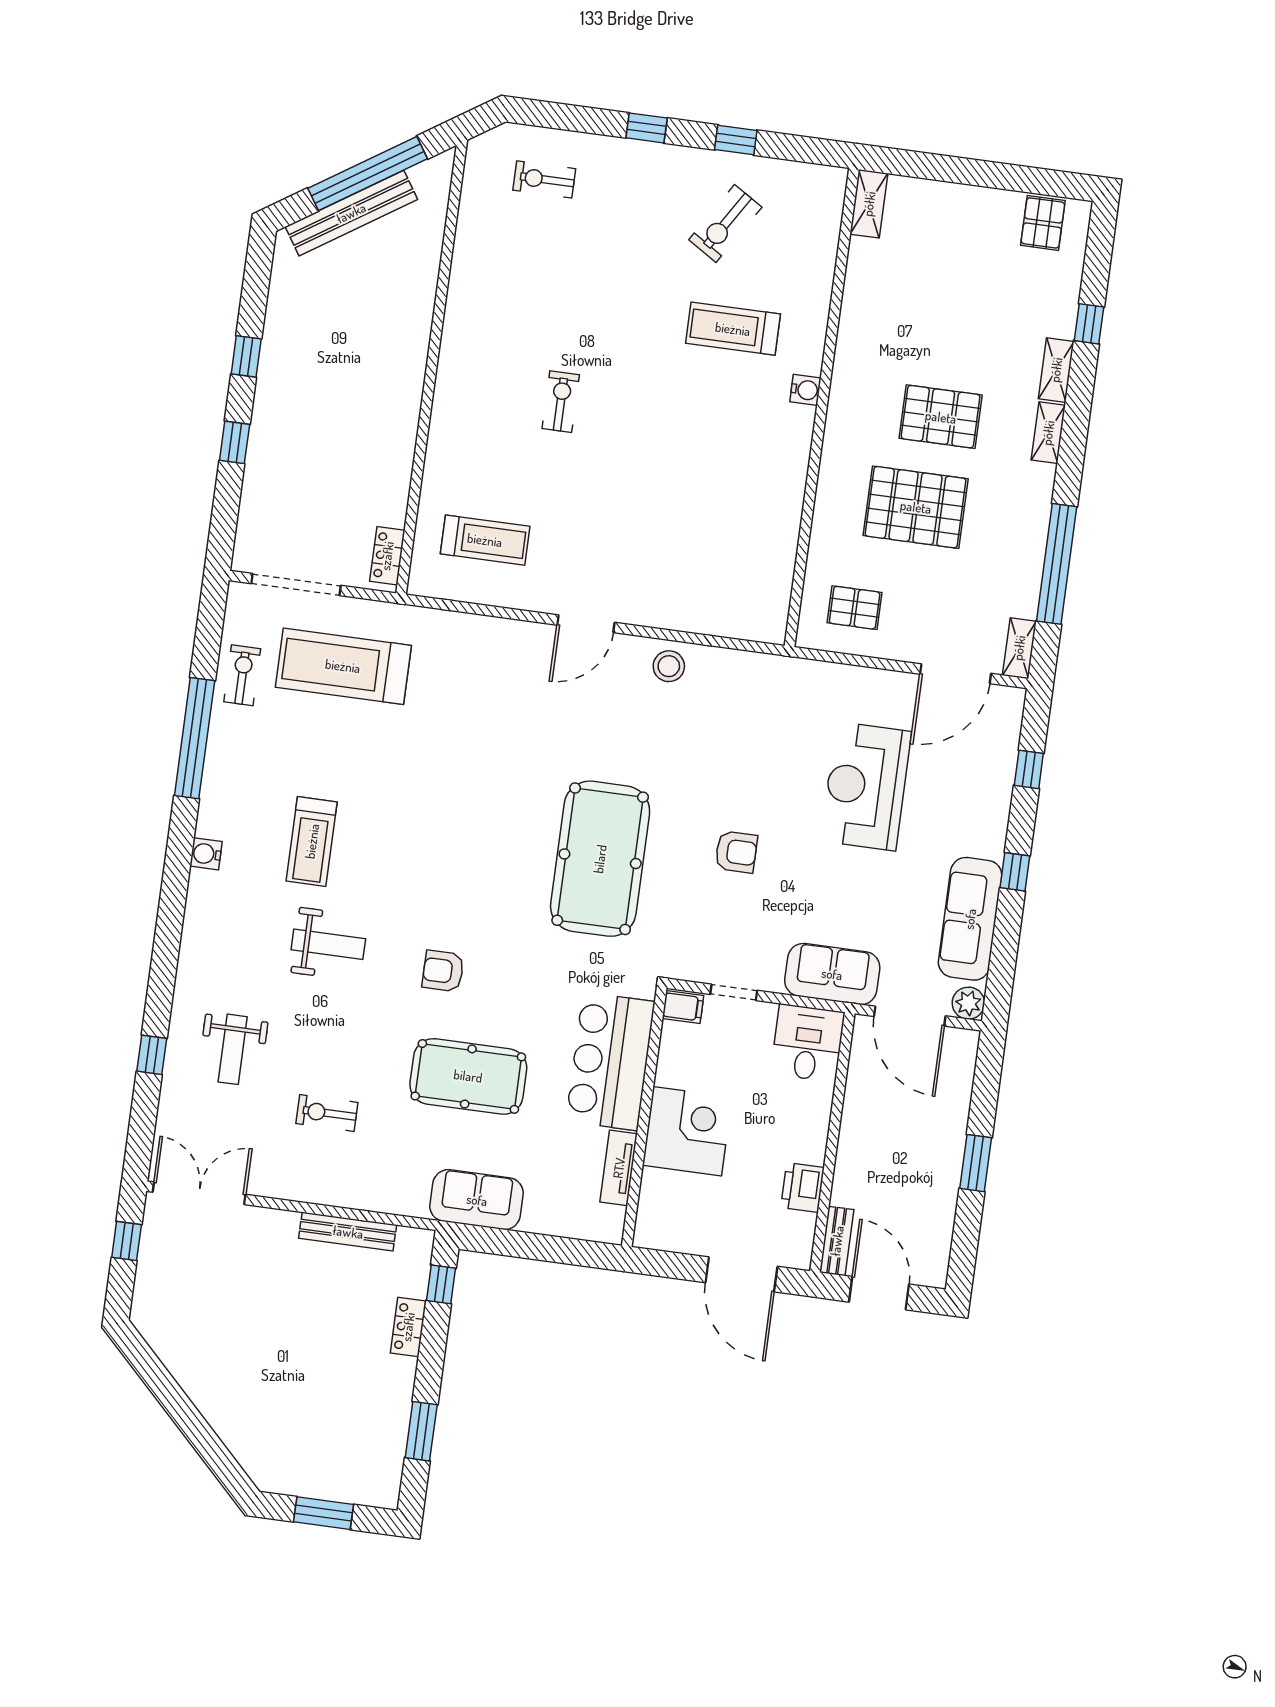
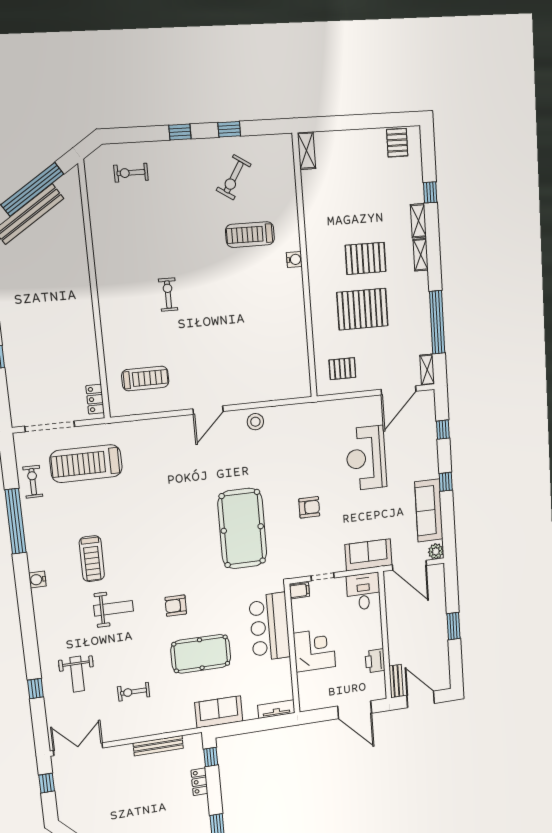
tv unit: (619, 1168) -> (276, 709), moved, turned 90

